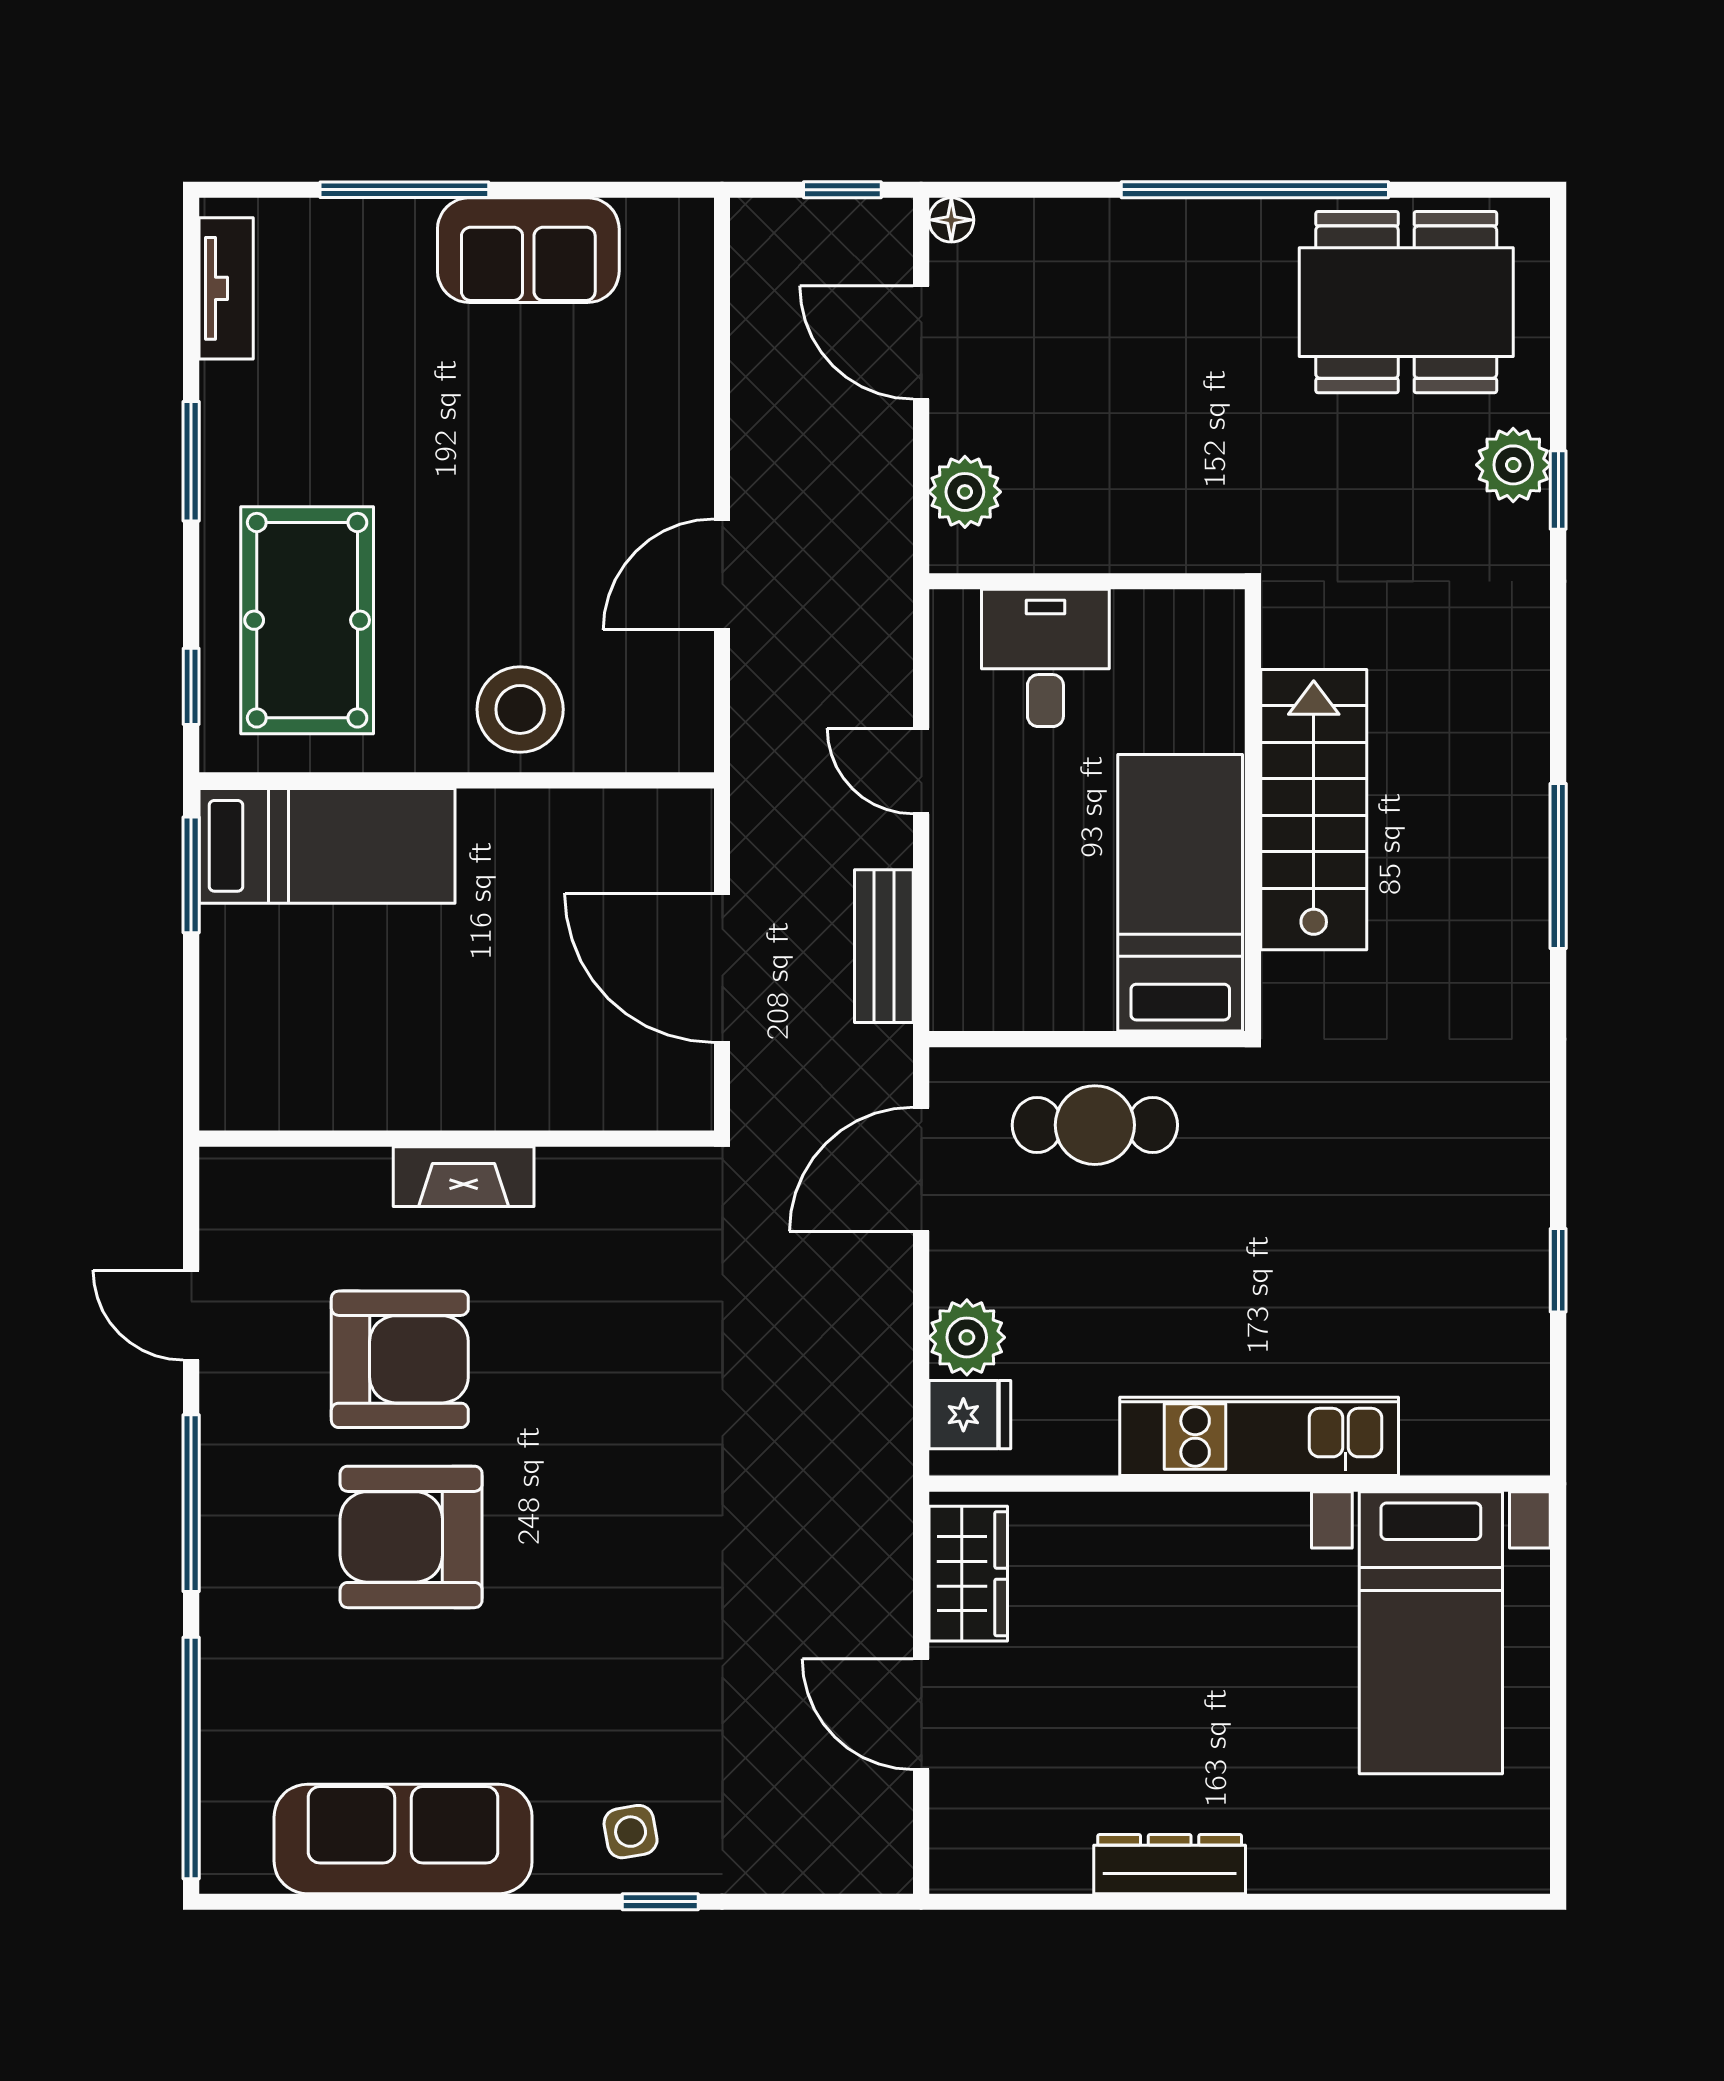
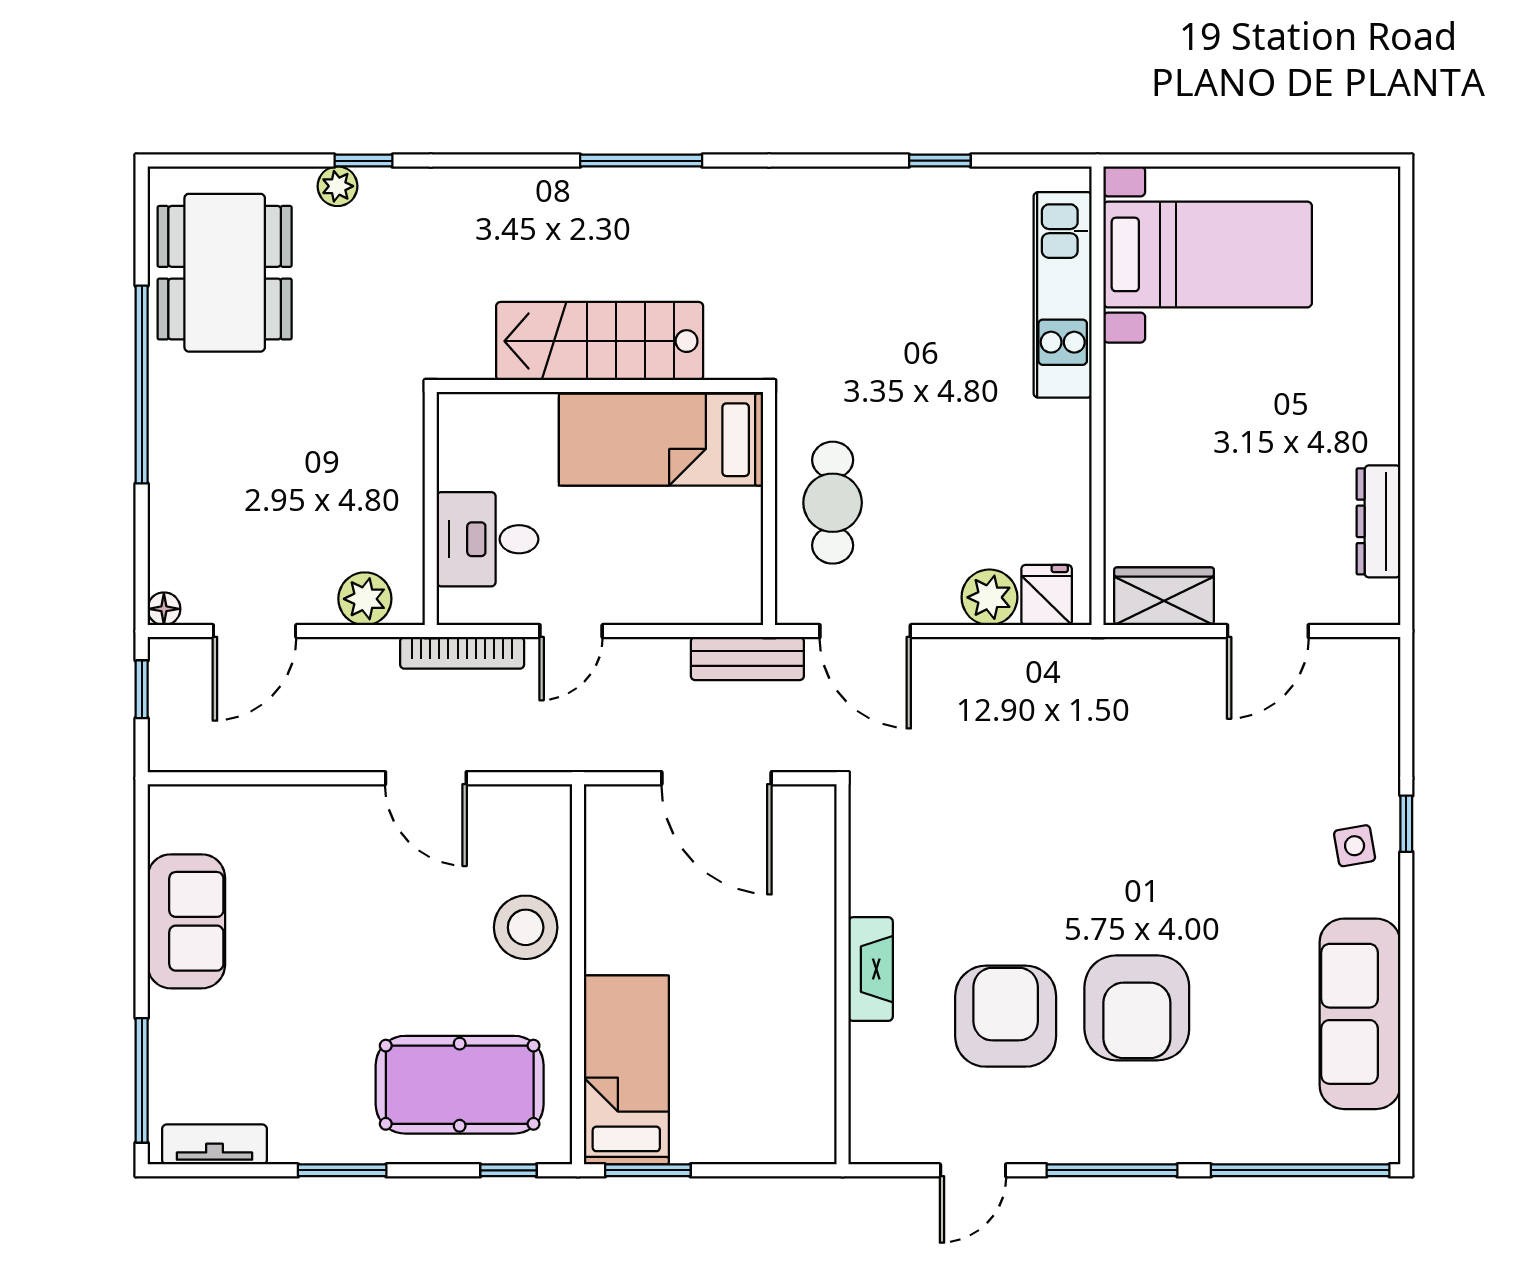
window: (404, 190) -> (142, 1080), moved
plant: (1513, 465) -> (338, 186), width x0.73, depth x0.73
bookcase: (892, 624) -> (462, 653), added
bench: (884, 946) -> (747, 659), moved
door: (722, 968) -> (716, 778), hinge flipped
kitchen unit: (1259, 1436) -> (1063, 295), moved
dresser: (1170, 1864) -> (1379, 521), moved

